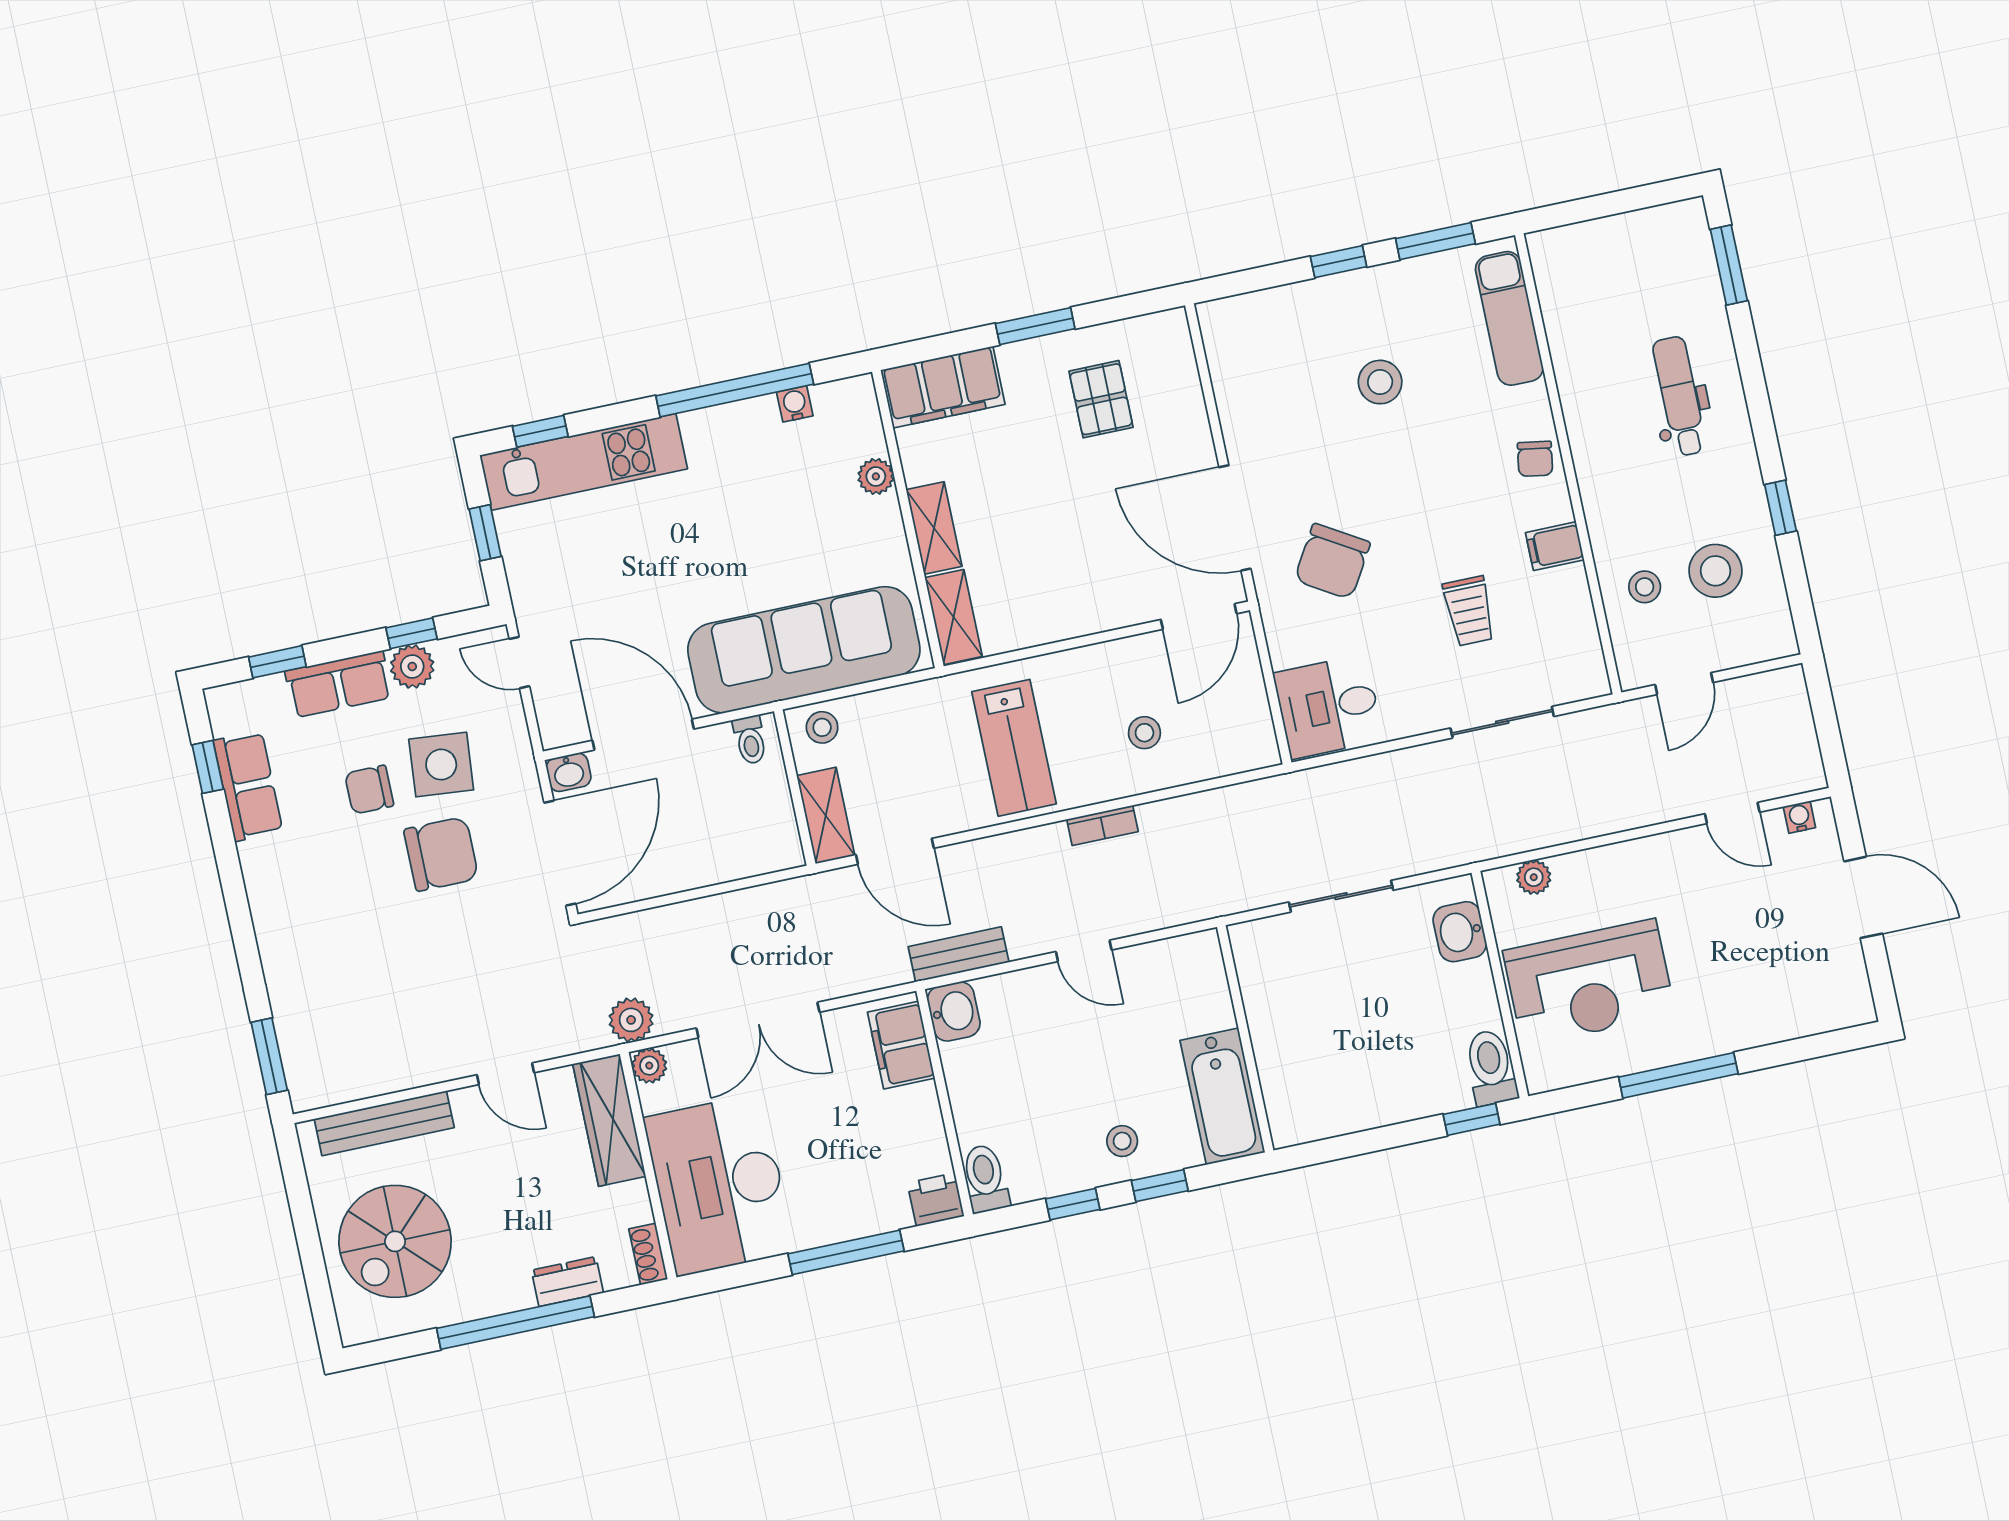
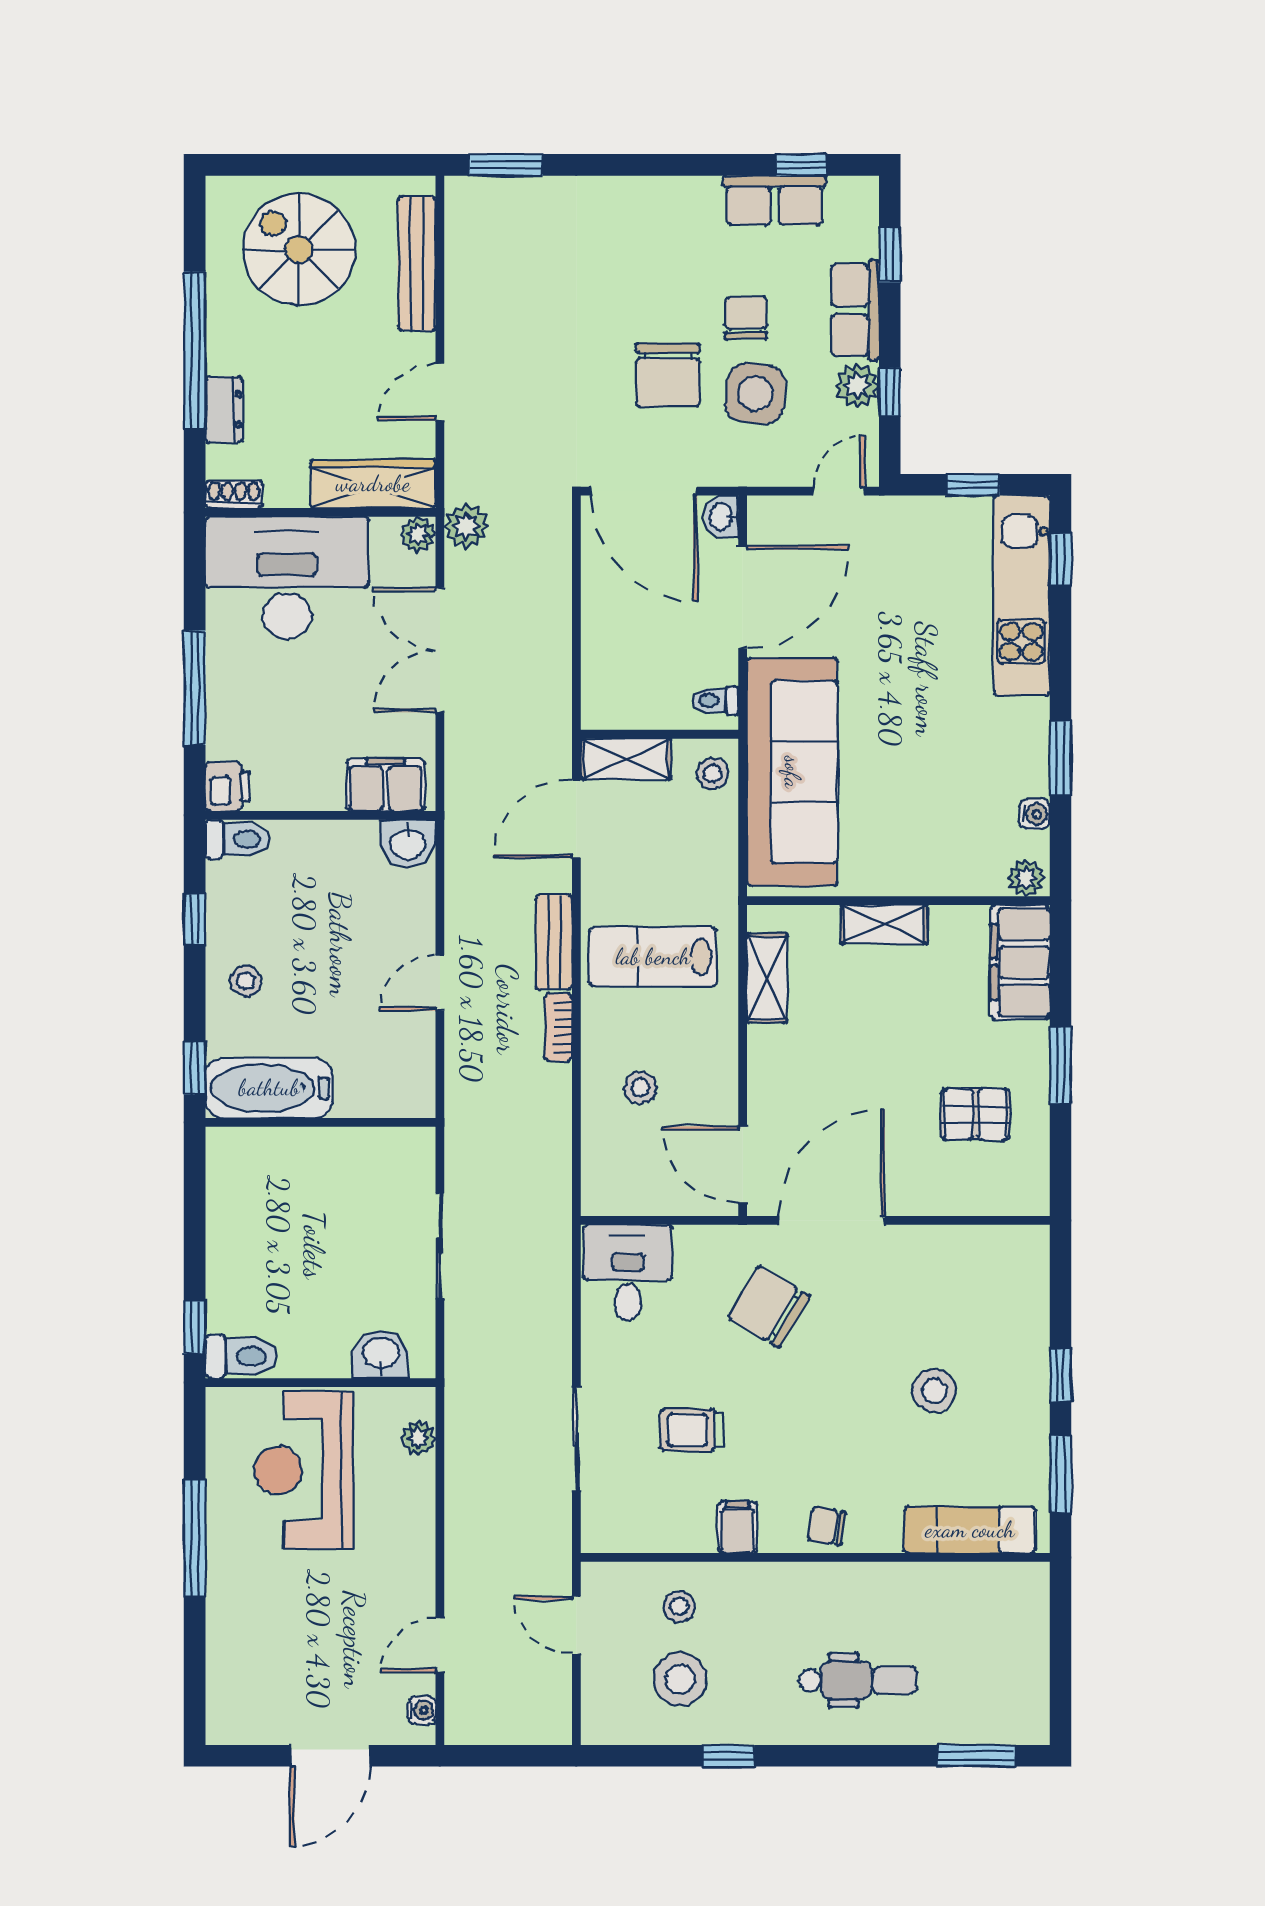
window: (735, 390) -> (1060, 758), width x0.47
plant: (876, 476) -> (1026, 878), moved
shelving: (953, 617) -> (767, 978), moved, turned 90
bench: (959, 954) -> (554, 942), moved
window: (1160, 1186) -> (195, 1068), moved

